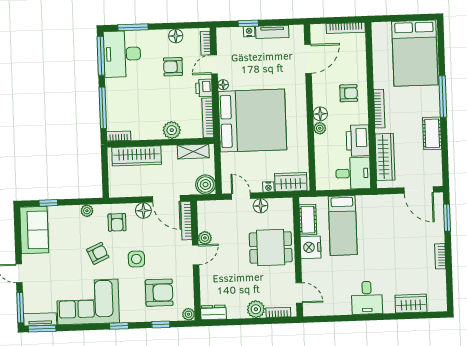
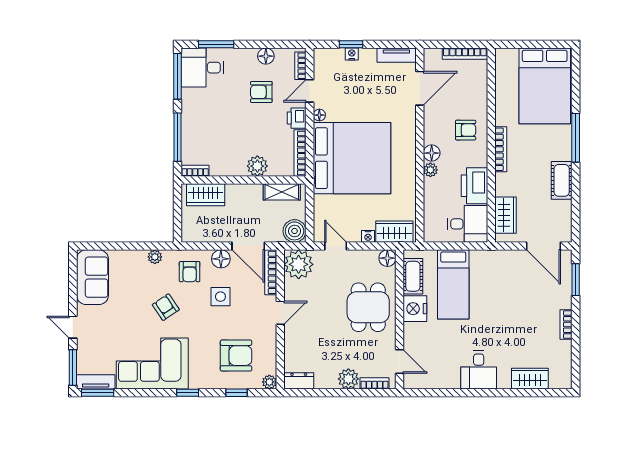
tv unit: (272, 32) -> (396, 55), moved
desk: (122, 54) -> (202, 68), width x0.73
wardrobe: (137, 156) -> (206, 195), width x0.67
wardrobe: (385, 157) -> (506, 215), width x0.67
window: (48, 203) -> (110, 246), removed
floor lamp: (261, 206) -> (387, 258), moved
plant: (205, 238) -> (299, 264), moved, width x1.88, depth x1.88
dining table: (271, 247) -> (368, 307), turned 90
armchair: (98, 253) -> (166, 307), turned -100
side table: (136, 259) -> (220, 297), moved

